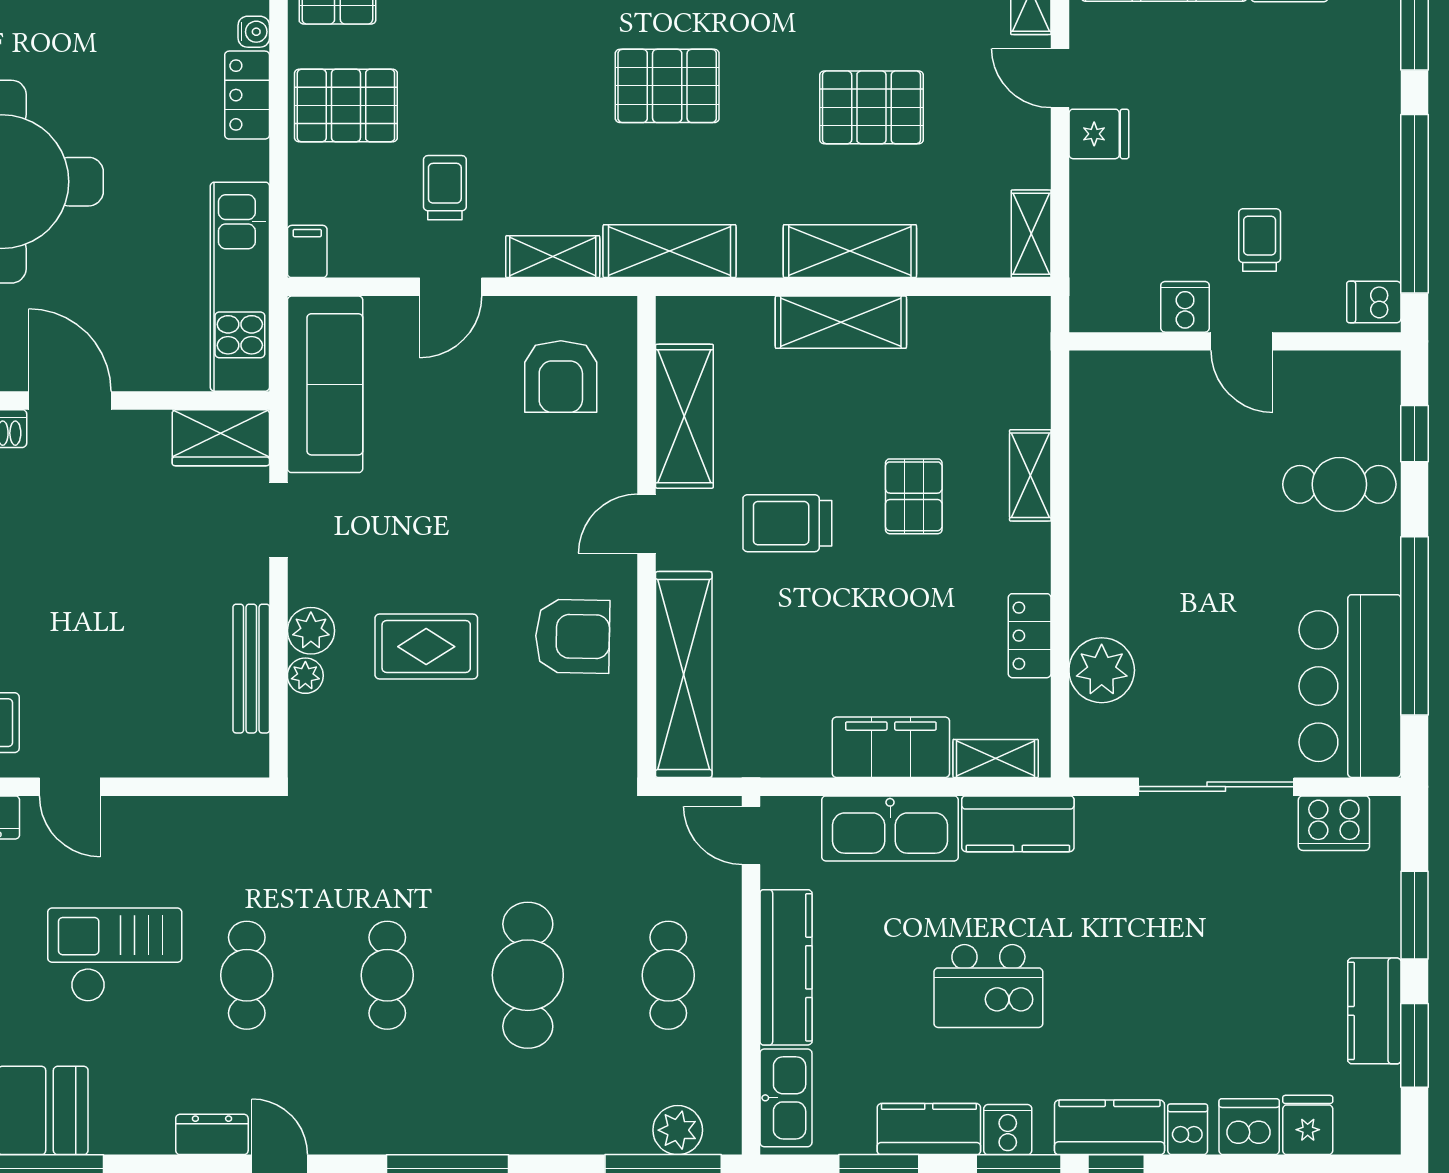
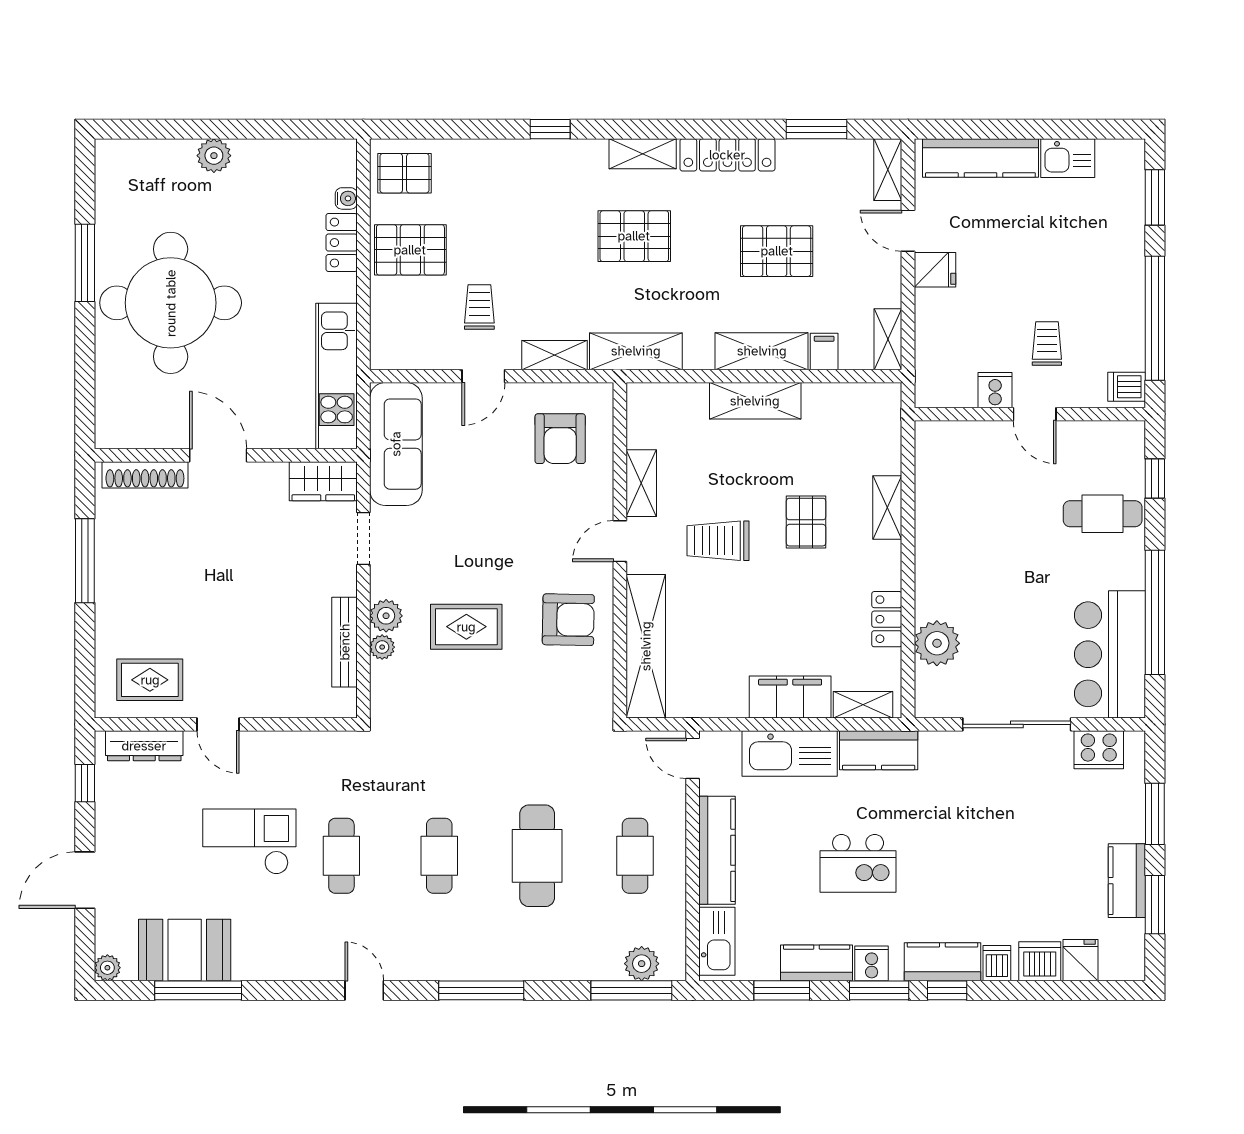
filing cabinet: (307, 251) -> (824, 352), moved
shelving: (684, 416) -> (641, 483), width x0.67, depth x0.75
dresser: (212, 1134) -> (317, 967), removed

